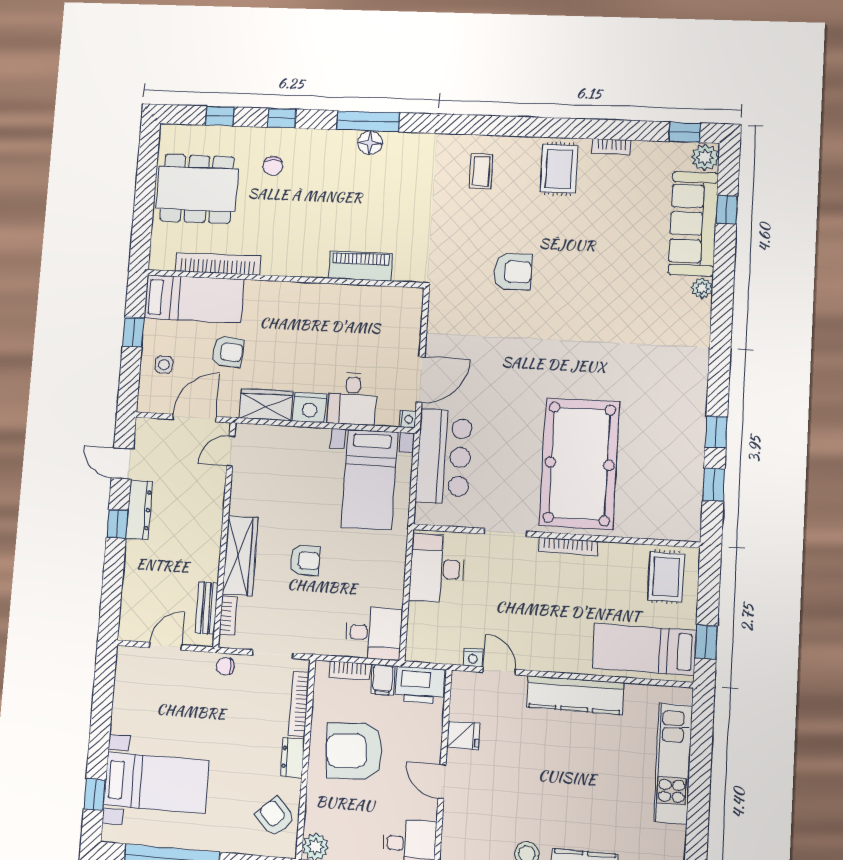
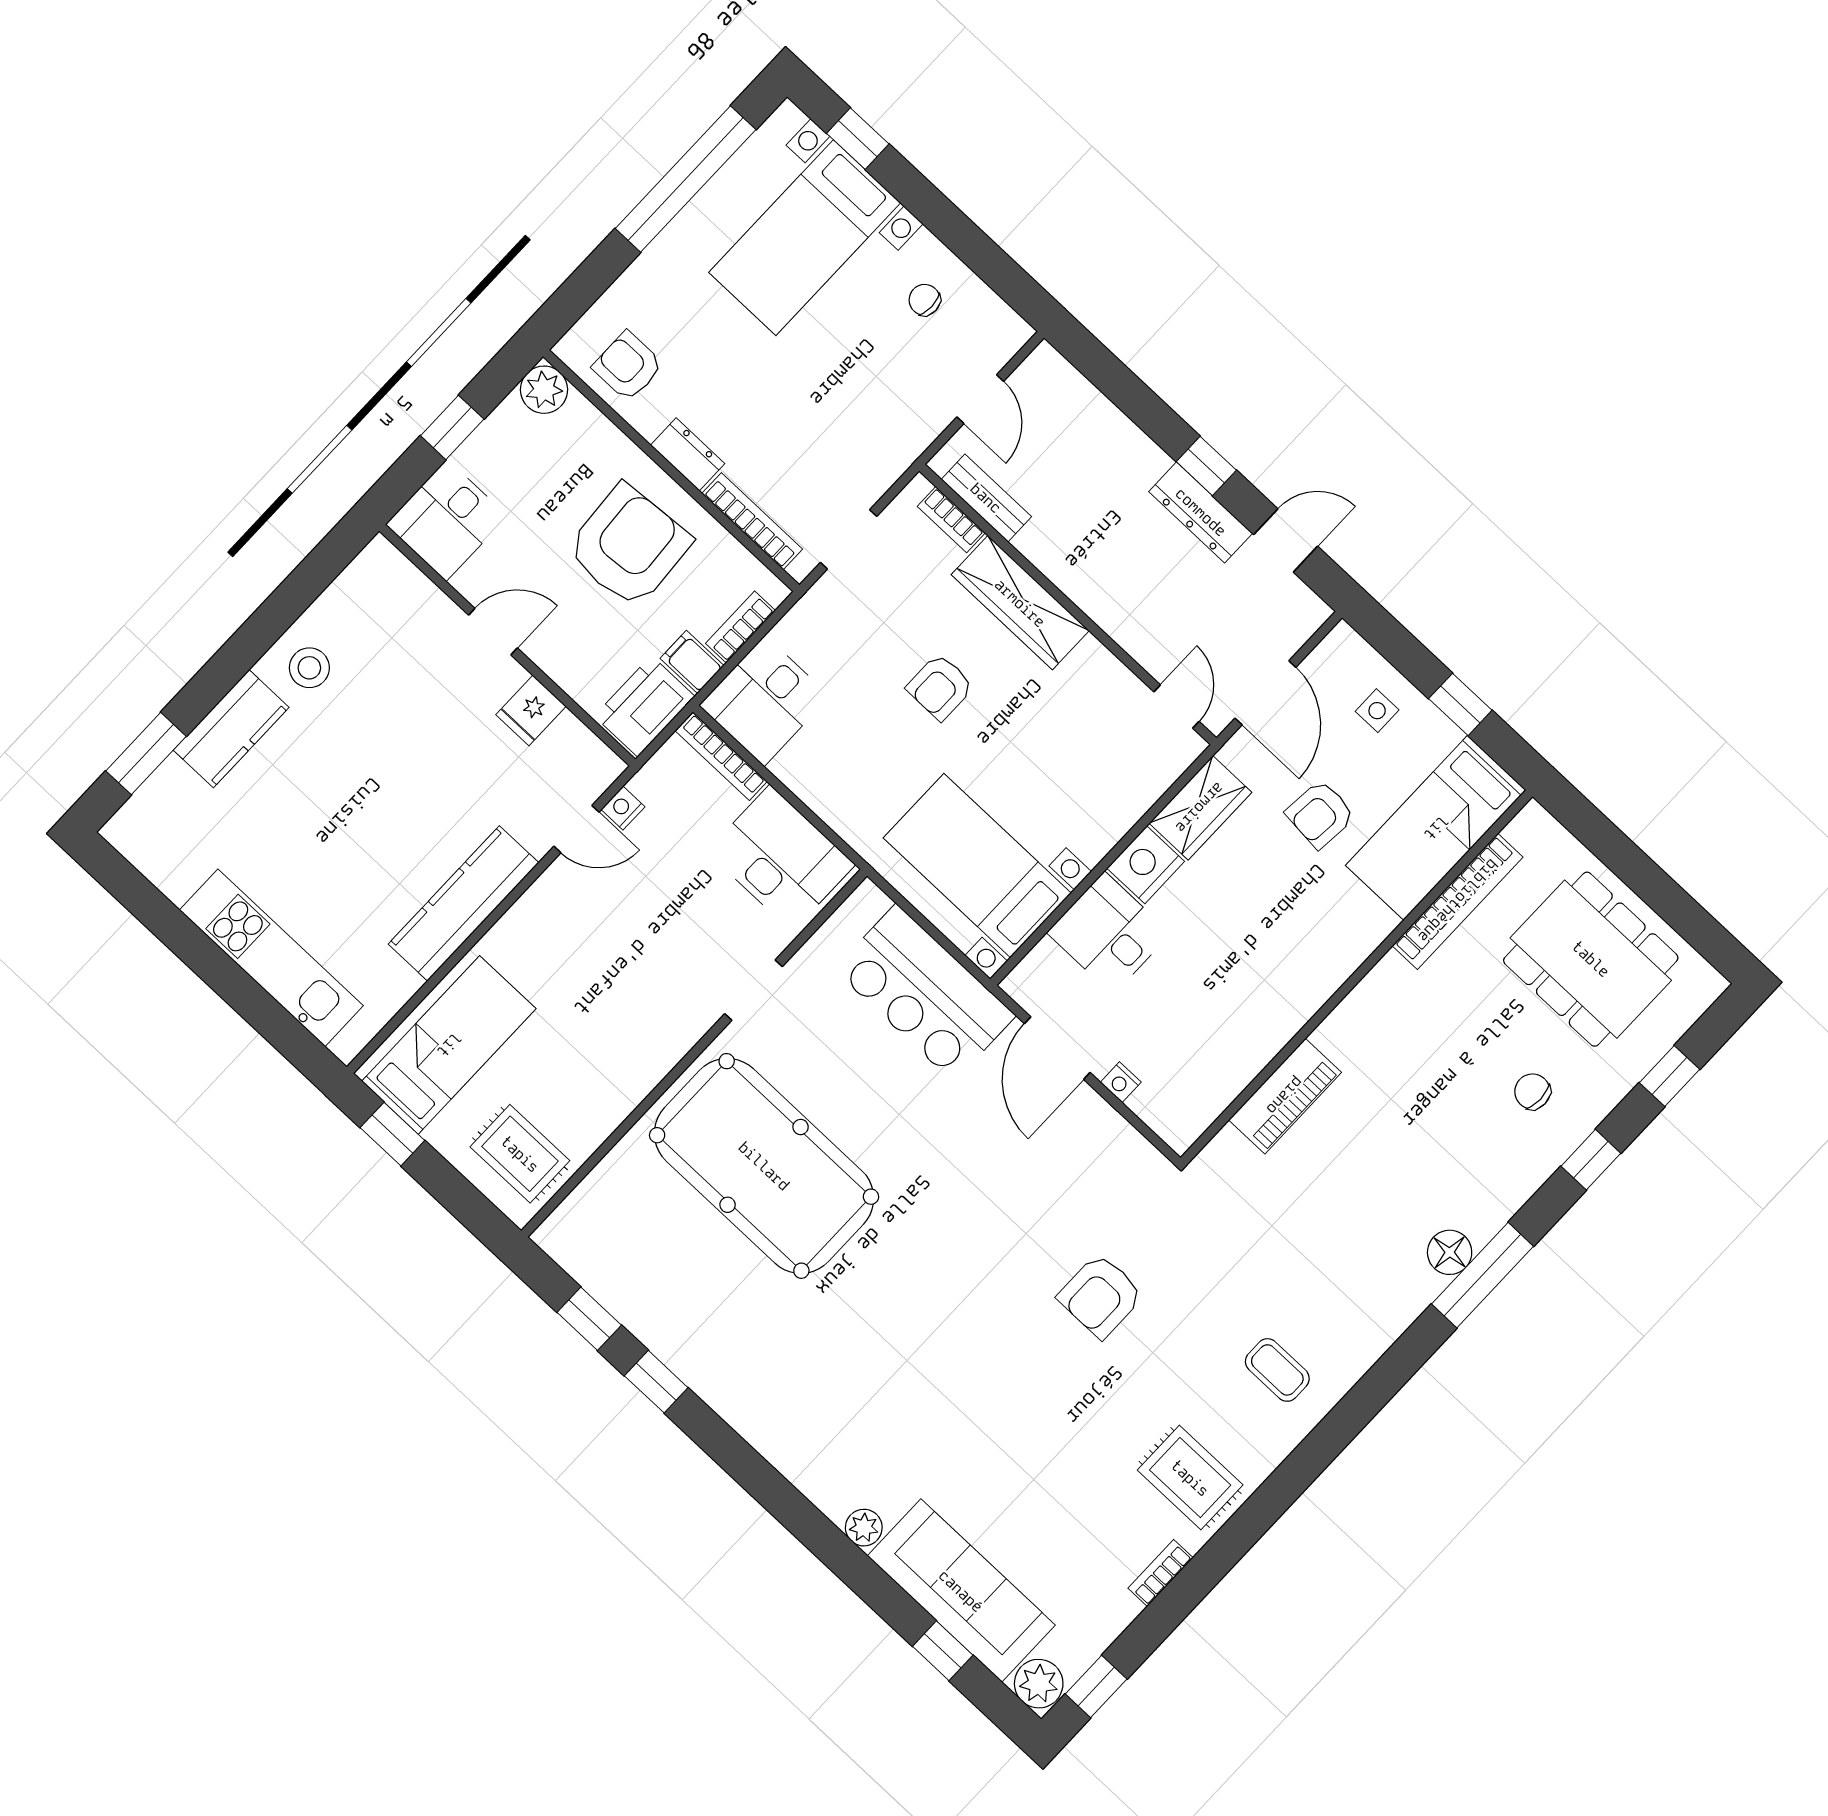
dining table: (197, 189) -> (1591, 959), turned 90
nightstand: (407, 419) -> (1121, 1082), moved
bookcase: (568, 547) -> (721, 756), moved, turned -90
chair: (225, 666) -> (925, 300), moved, turned -90
armchair: (275, 817) -> (628, 366), turned -137

